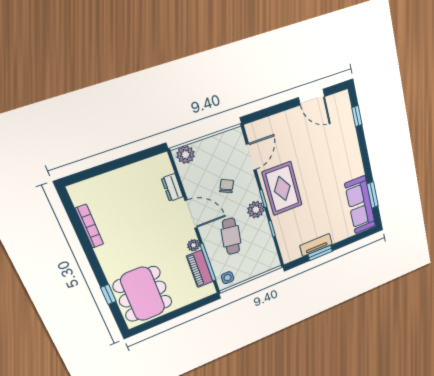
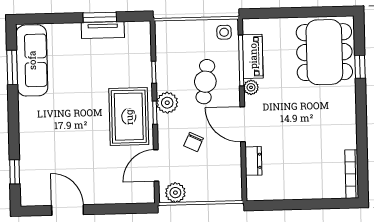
plant: (186, 155) -> (175, 193), moved
bookcase: (89, 226) -> (352, 174), moved

